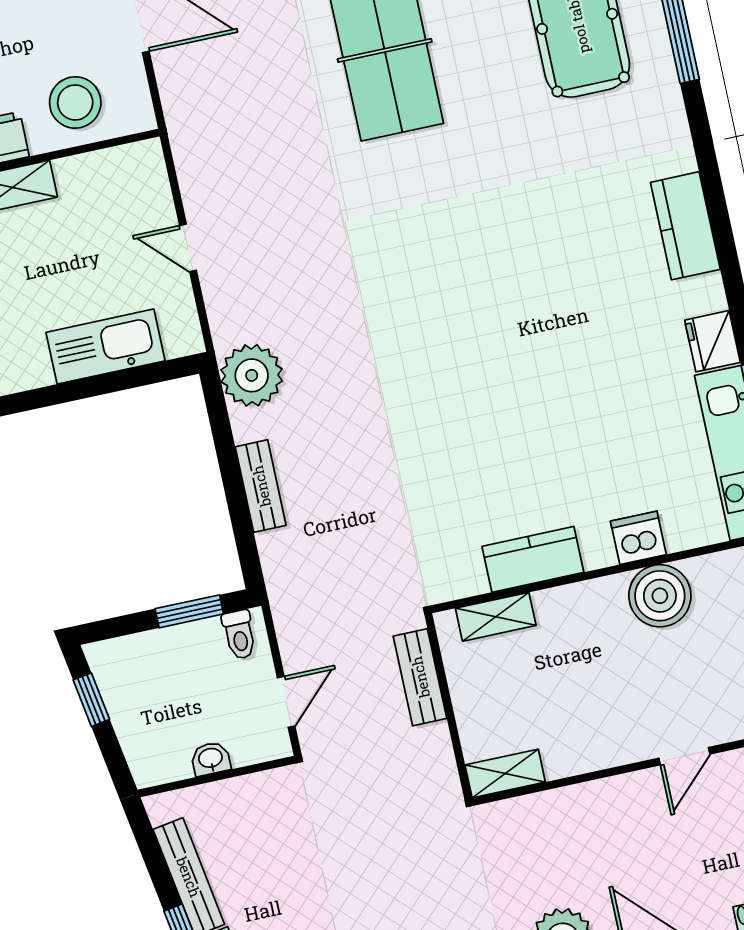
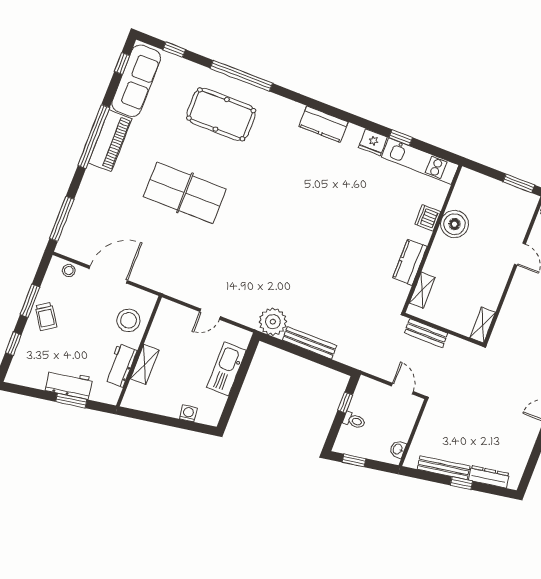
bench: (261, 486) -> (310, 343), width x1.36
window: (189, 611) -> (345, 403), width x0.67
toilet: (239, 635) -> (354, 420), moved
washbasin: (211, 759) -> (398, 449), moved

